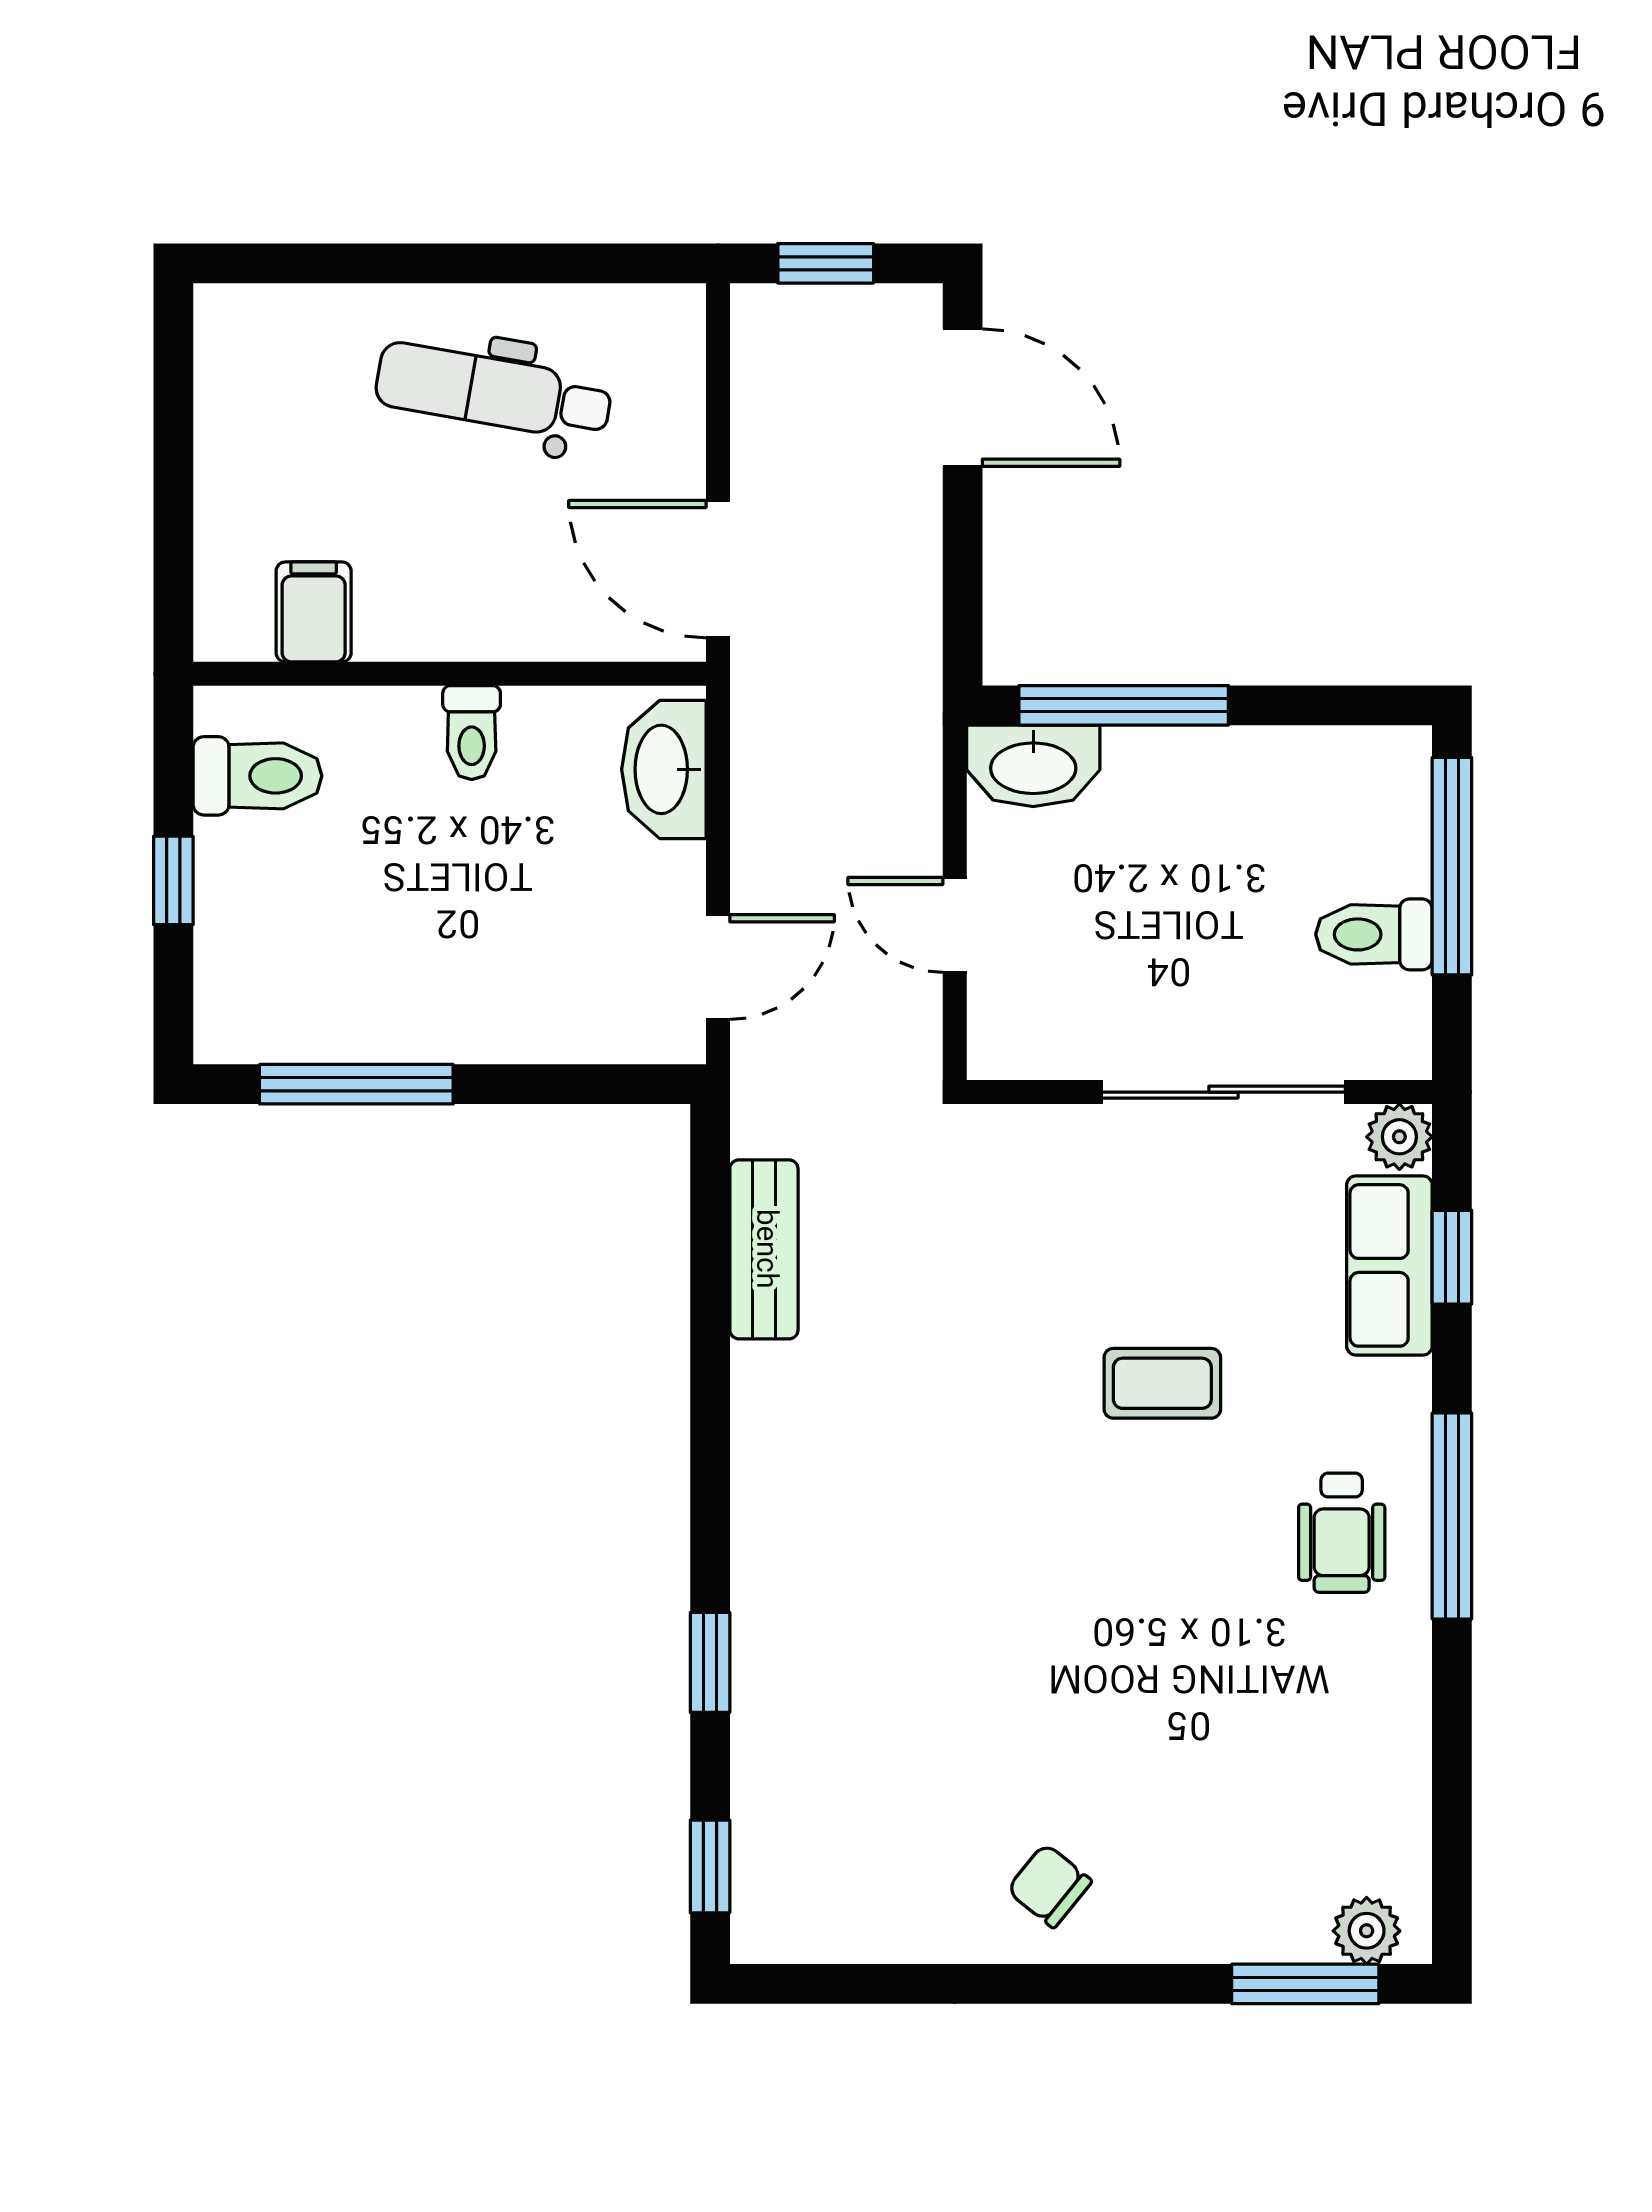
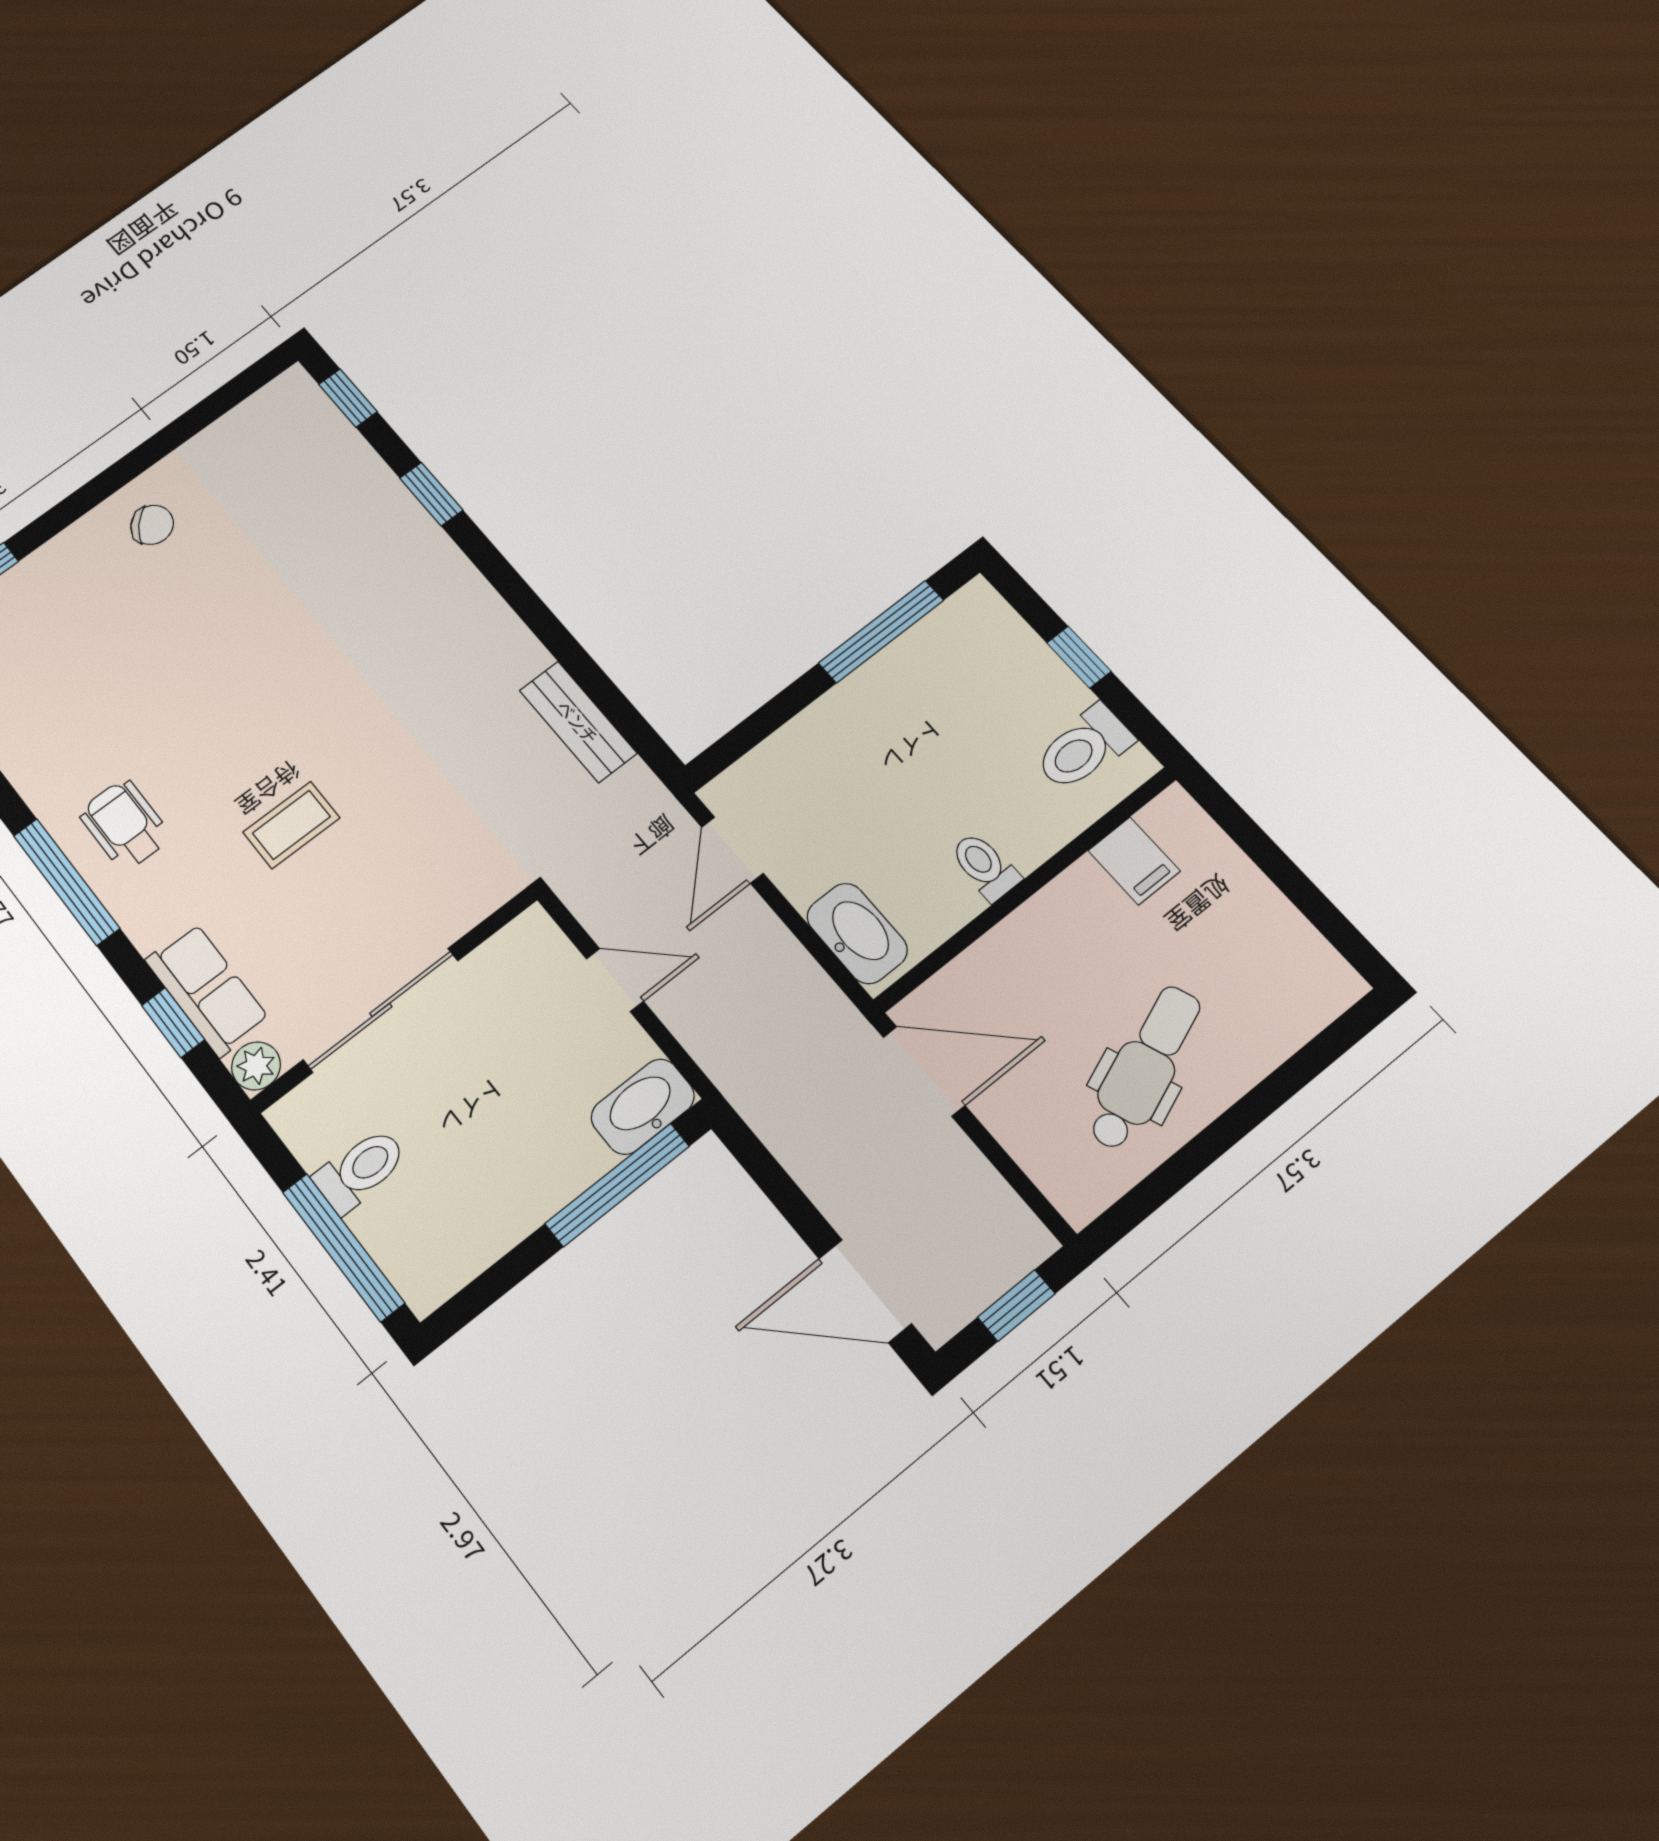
dental chair: (494, 392) -> (1145, 1068), turned -31

